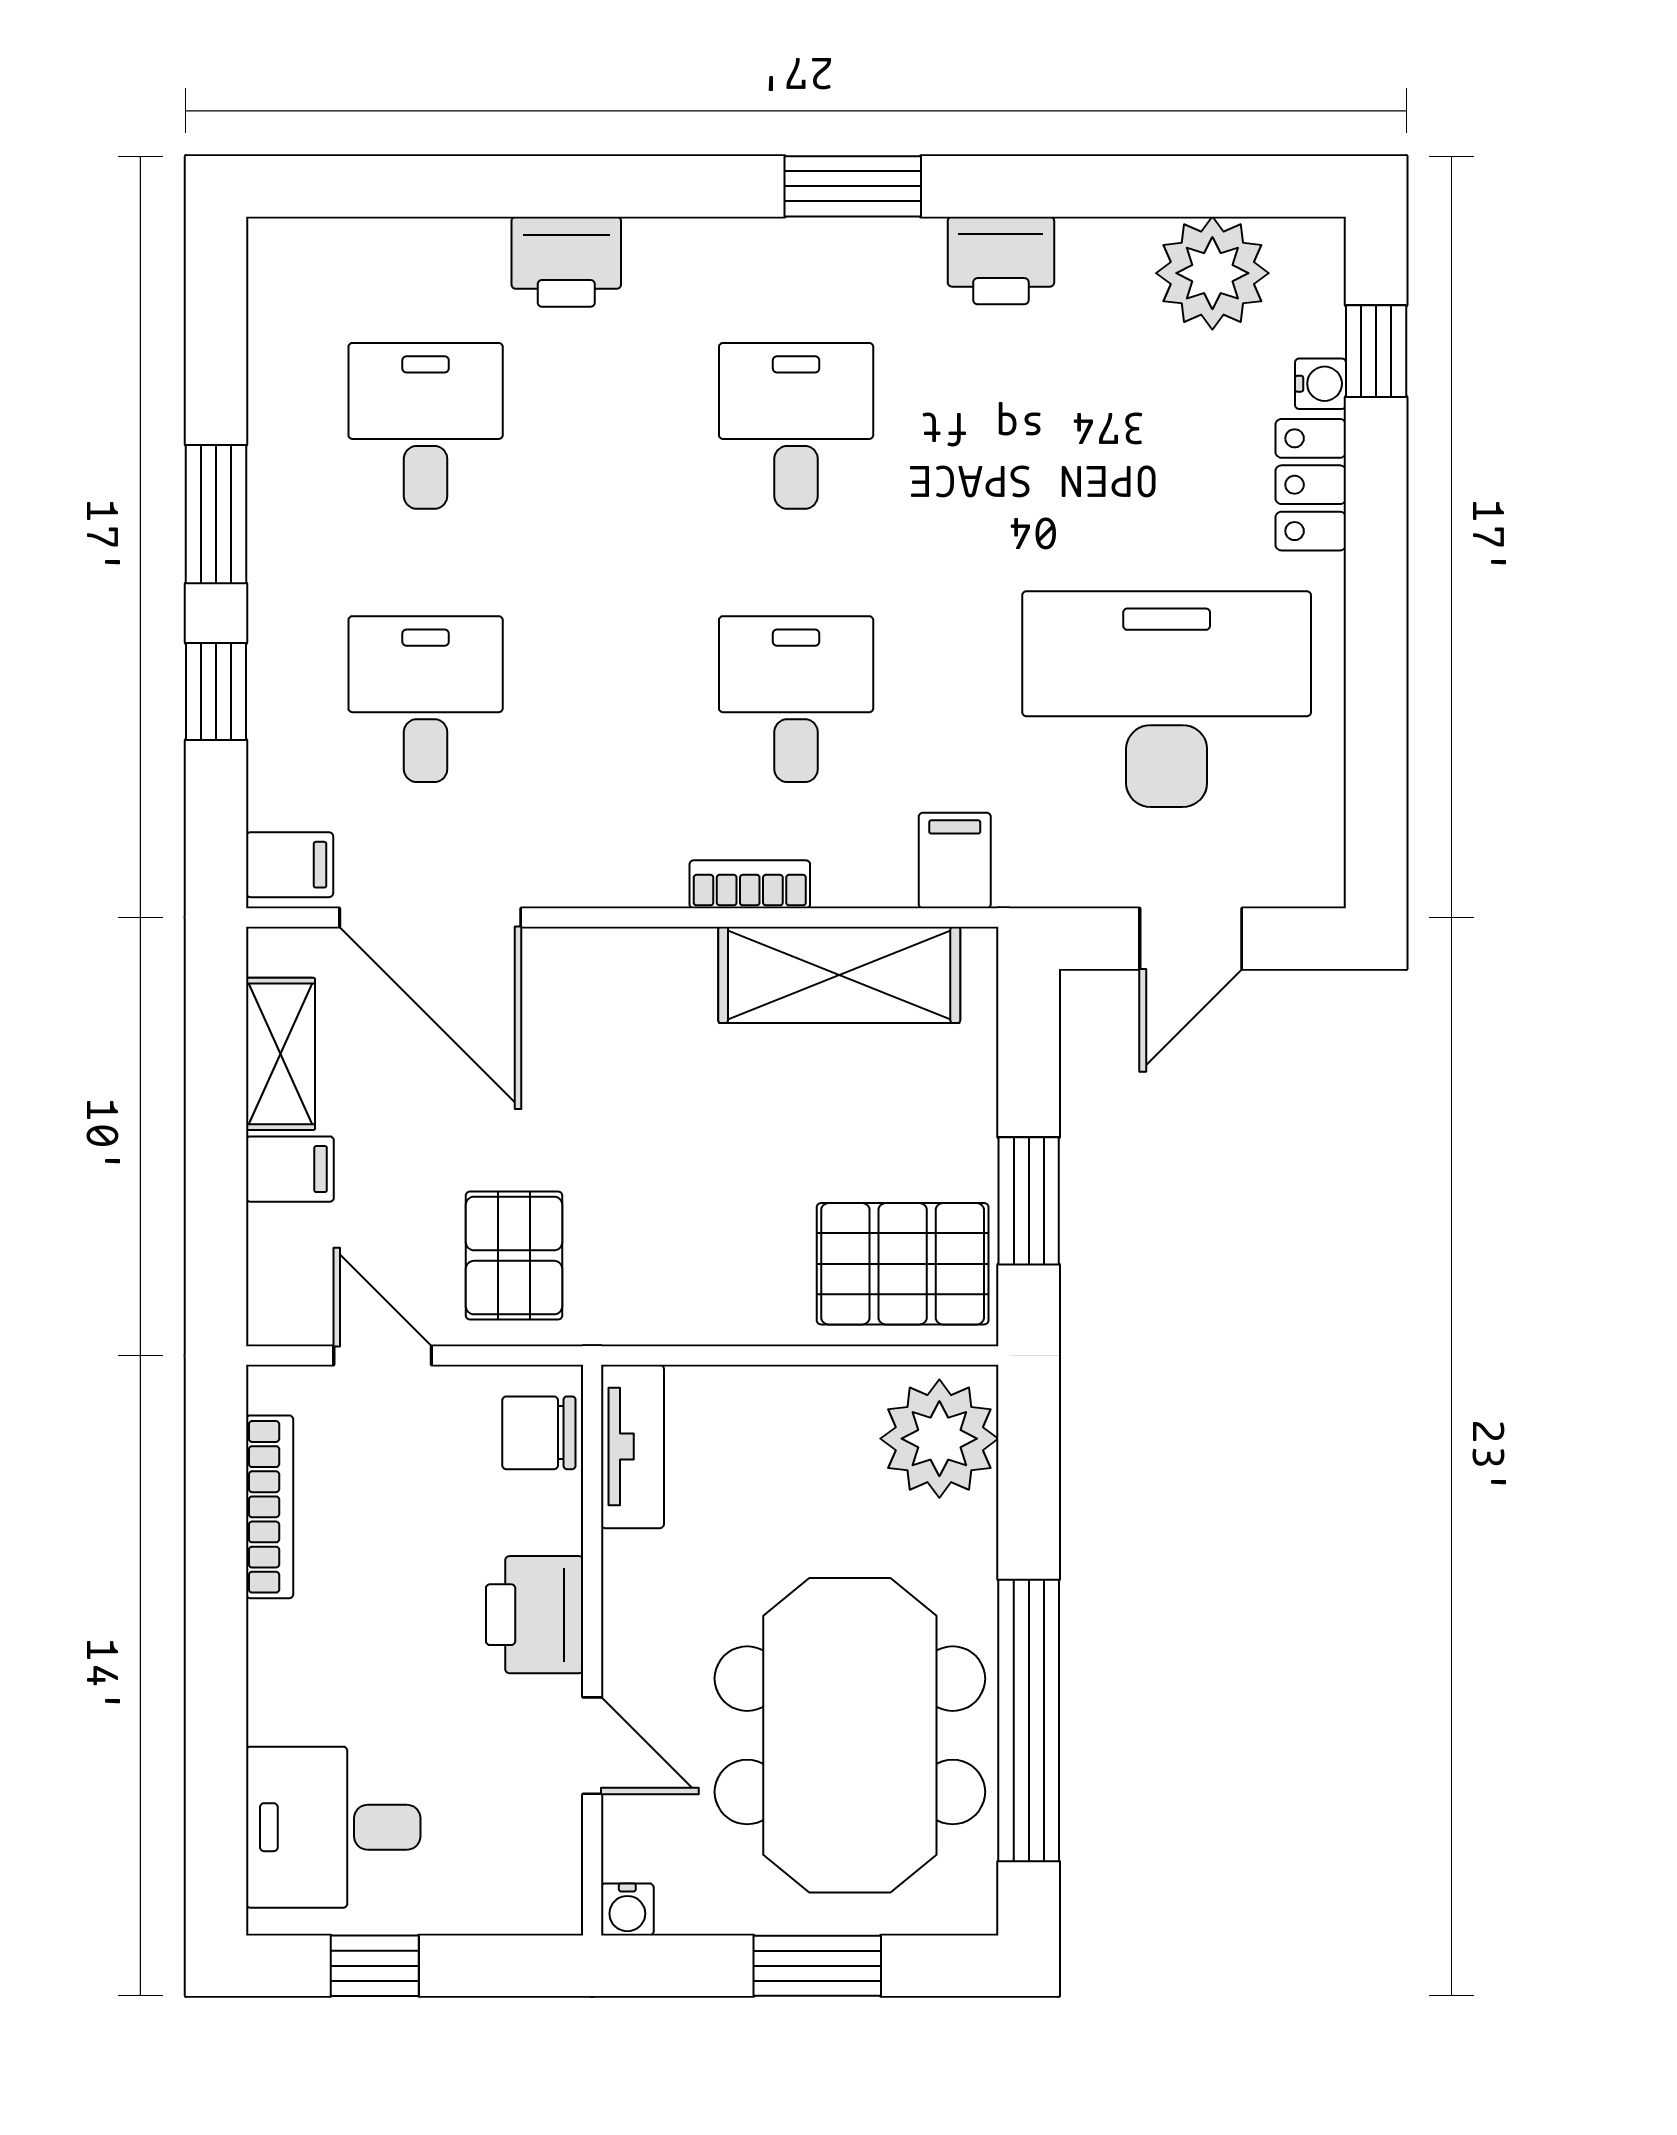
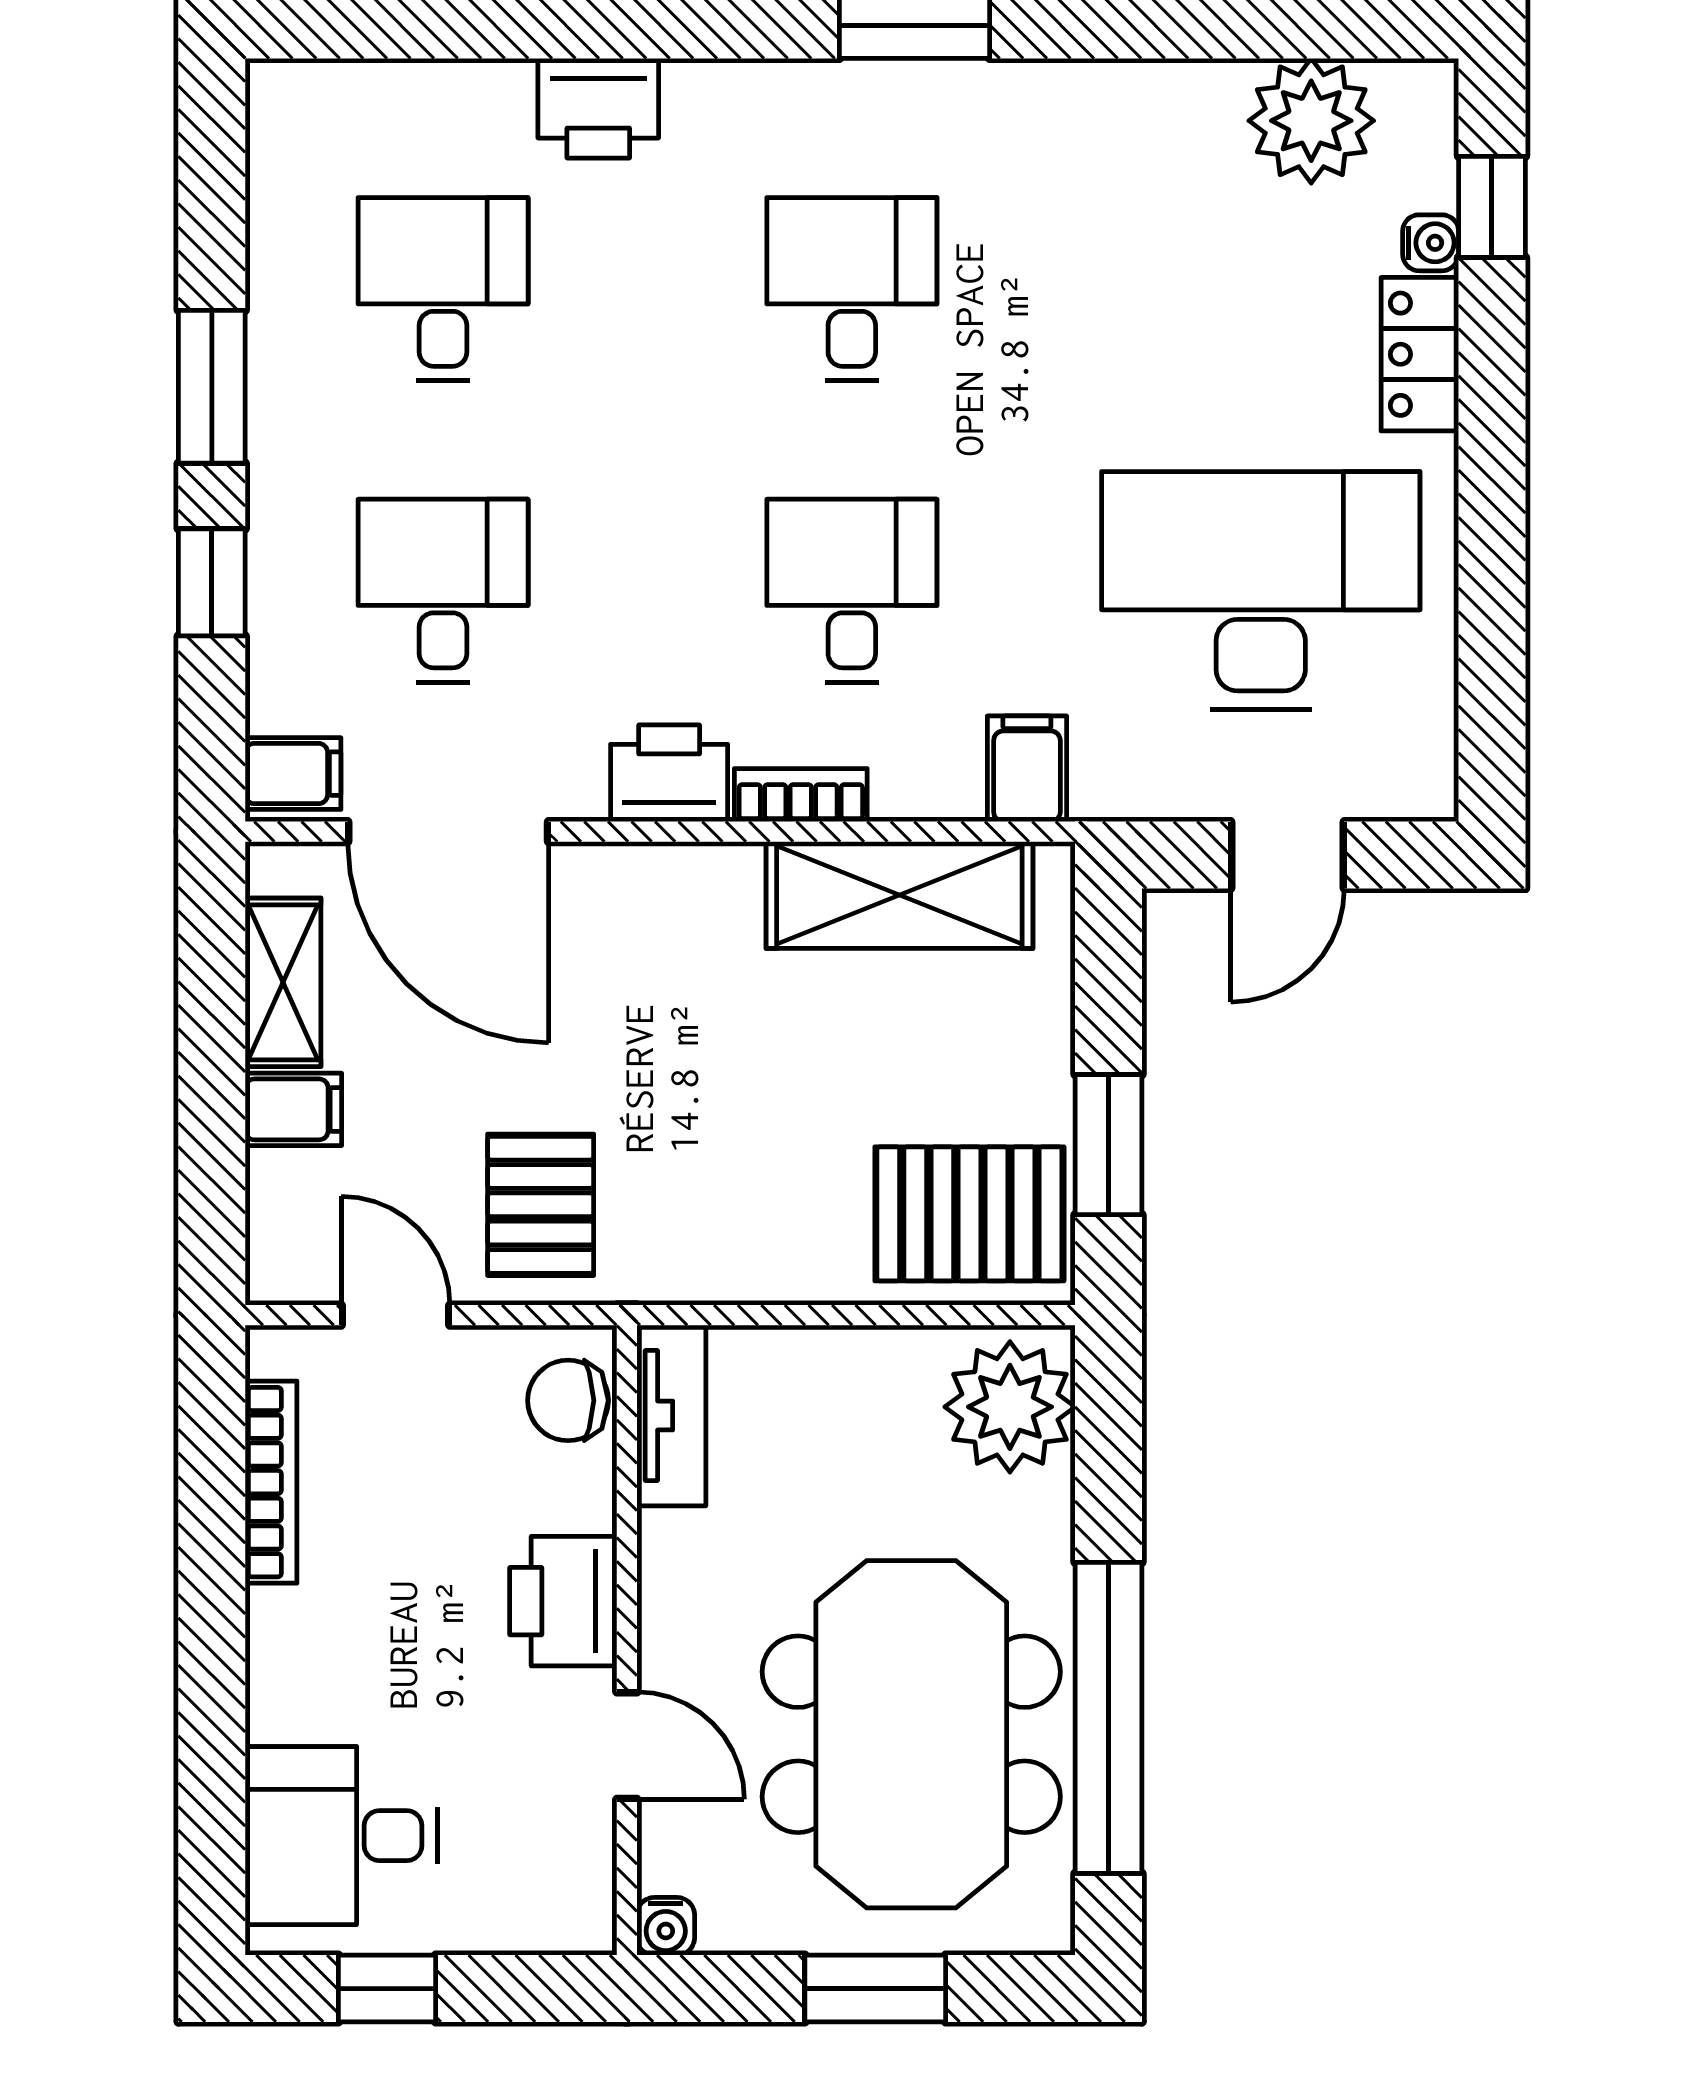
printer: (1001, 260) -> (669, 773), moved, turned 180

